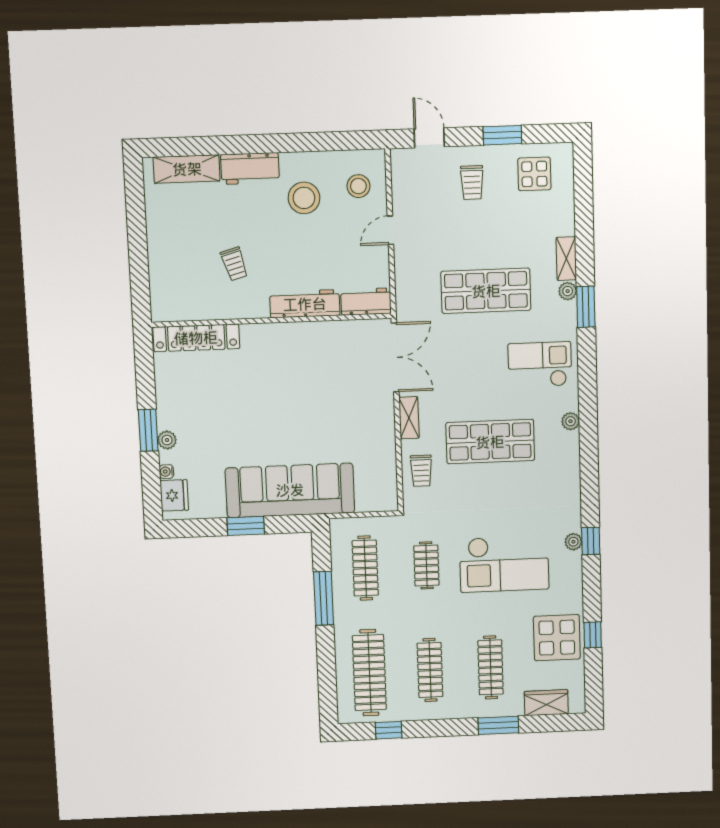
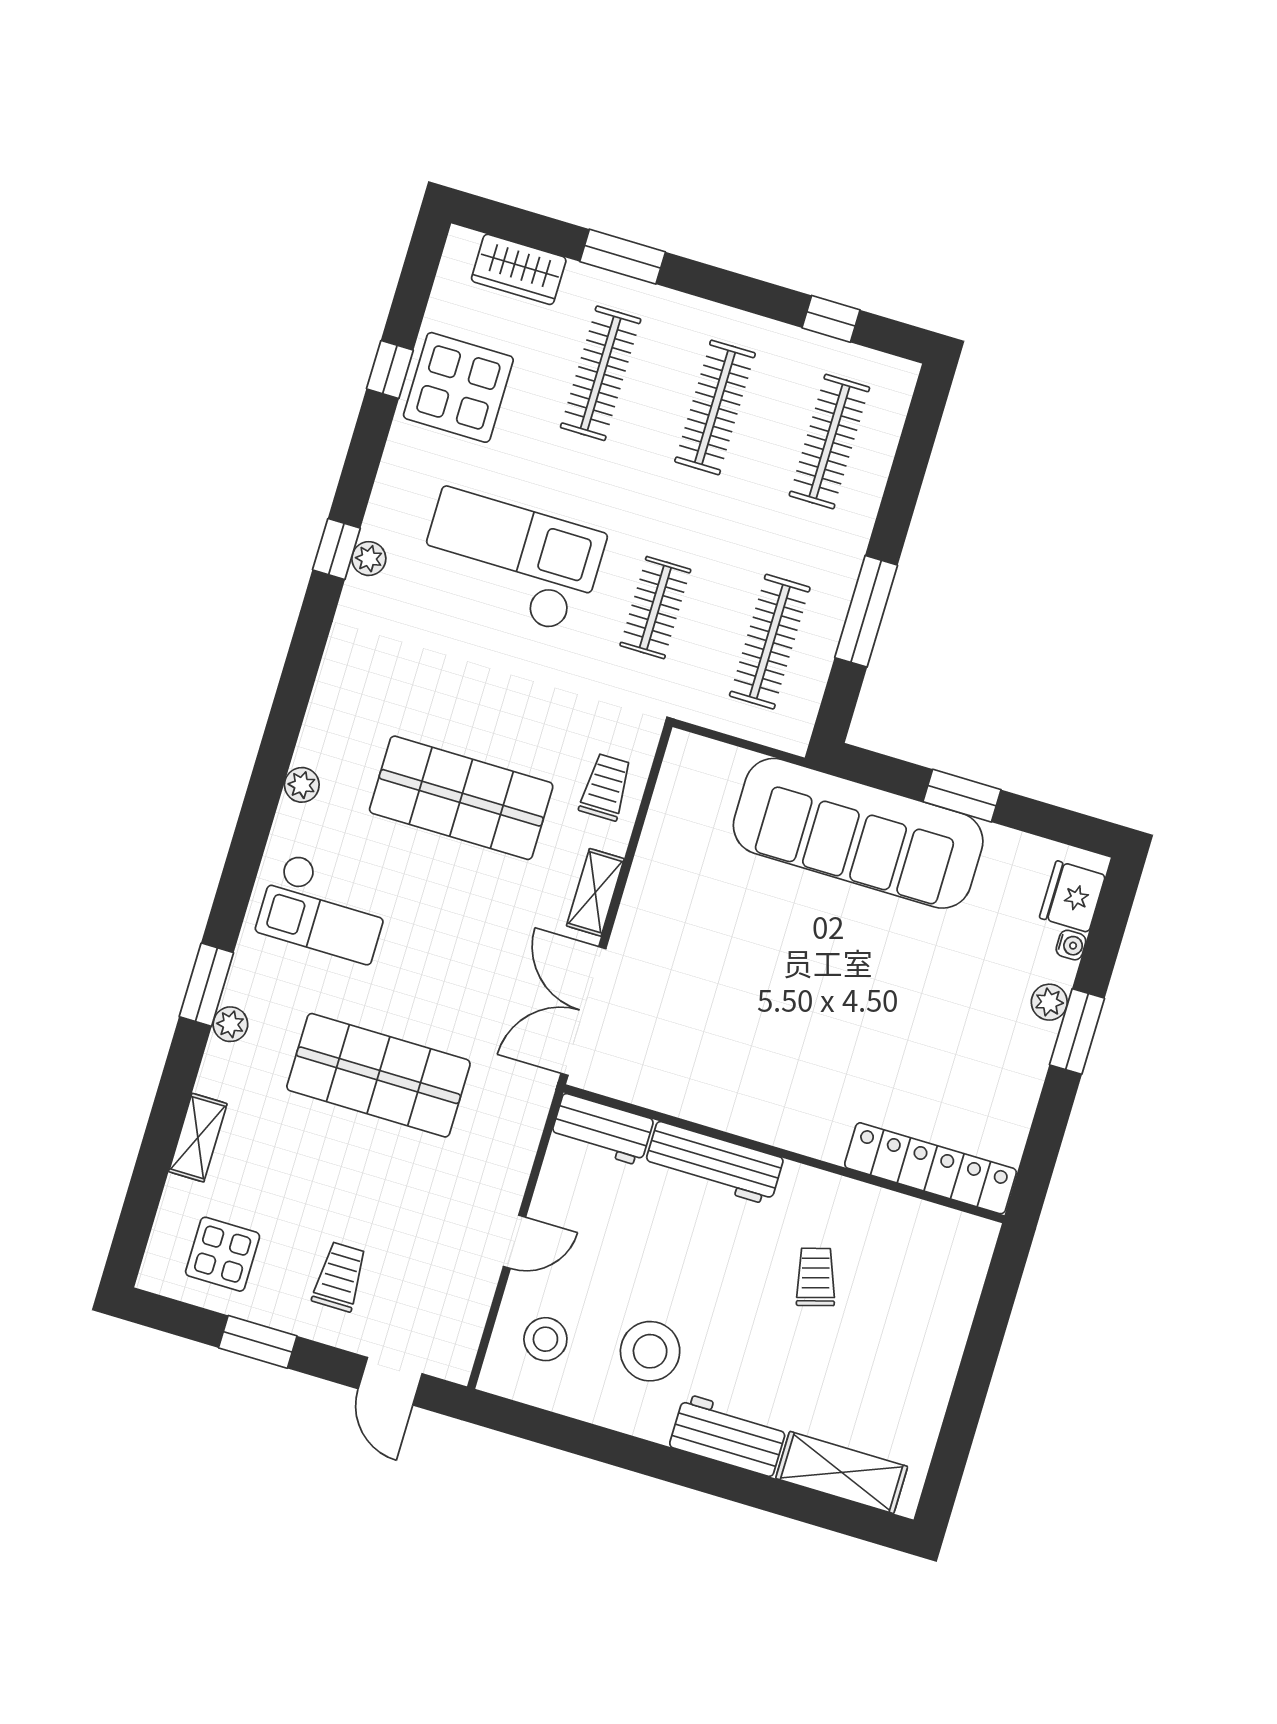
shelving: (566, 259) -> (198, 1138), moved
clothes rail: (369, 673) -> (829, 442), width x0.73, depth x0.76

